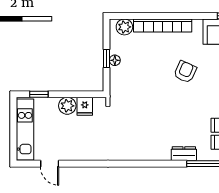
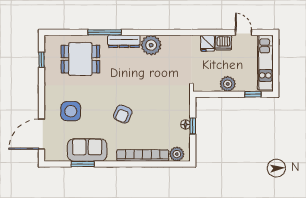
fridge: (85, 106) -> (207, 43), moved, turned 180
plant: (153, 149) -> (151, 45), added
dishwasher: (72, 152) -> (223, 43), added
dresser: (184, 154) -> (124, 41), width x1.44

